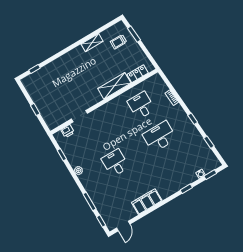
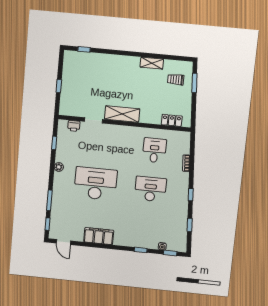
shelving: (114, 86) -> (122, 114), moved
desk: (115, 163) -> (95, 184), width x1.87, depth x1.30
door: (123, 226) -> (63, 242), hinge flipped

